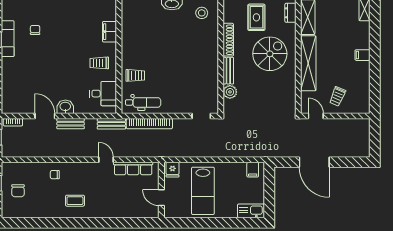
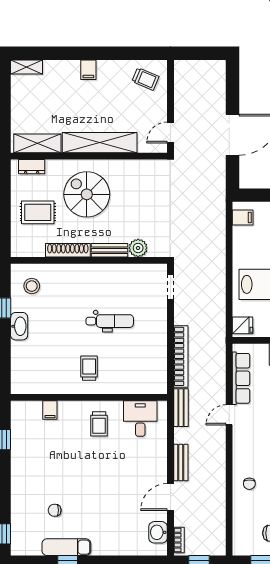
filing cabinet: (110, 32) -> (50, 410), width x0.50
trolley: (135, 75) -> (89, 368), moved
trolley: (337, 96) -> (145, 79), moved
dental chair: (143, 102) -> (110, 321), moved, turned 90
washbasin: (65, 107) -> (158, 532), moved

